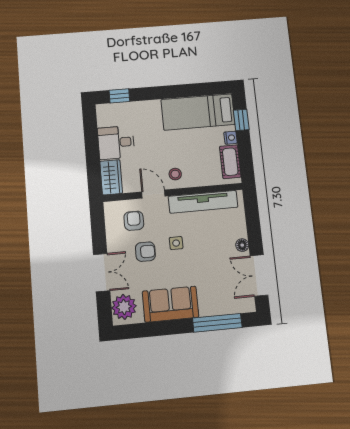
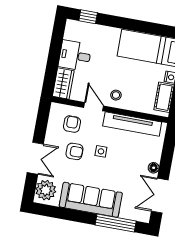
sofa: (171, 304) -> (91, 200), width x1.36

